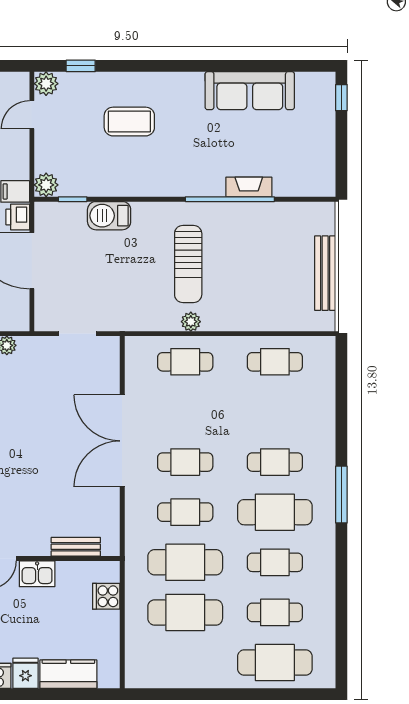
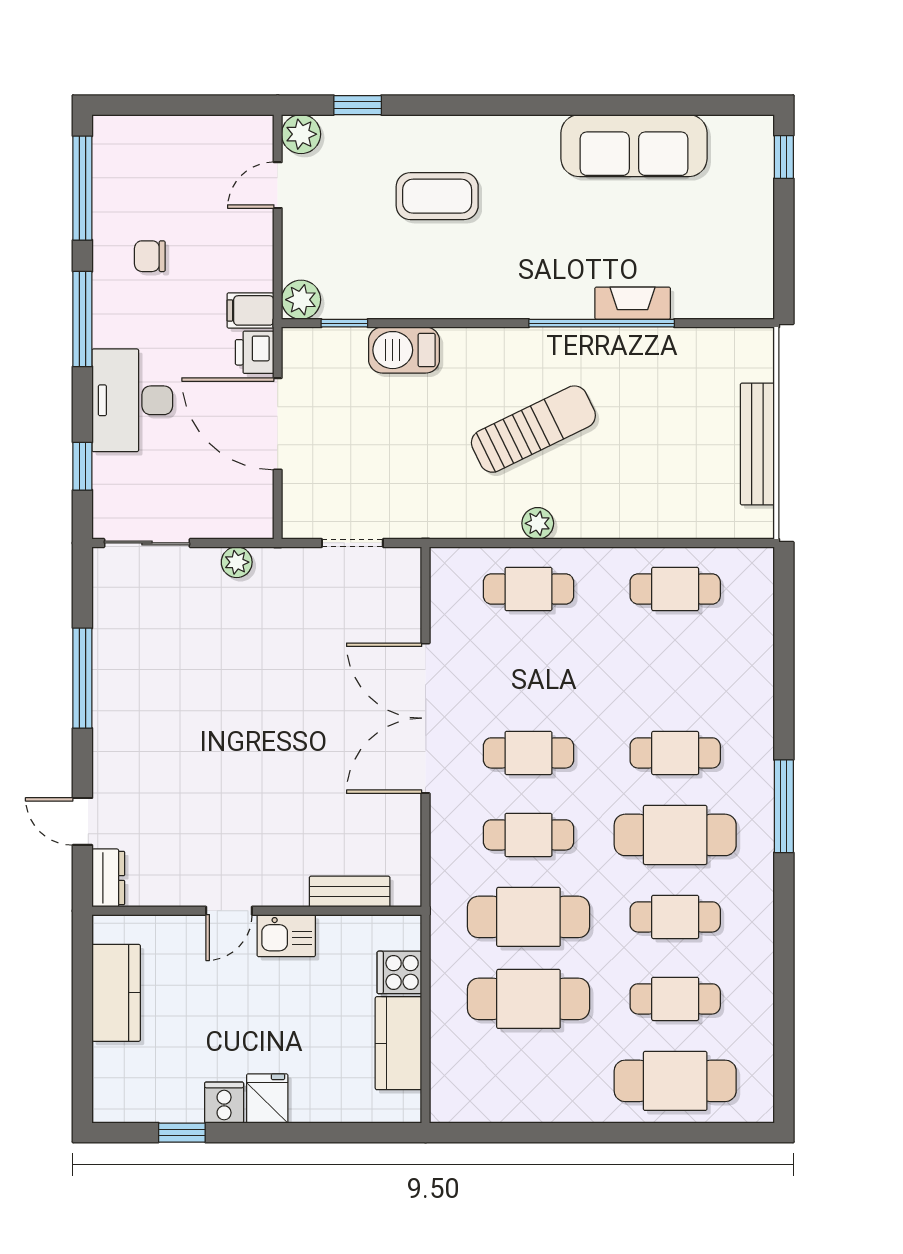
sun lounger: (188, 264) -> (533, 429), turned -116
kitchen counter: (68, 674) -> (398, 1043), moved, turned -90

